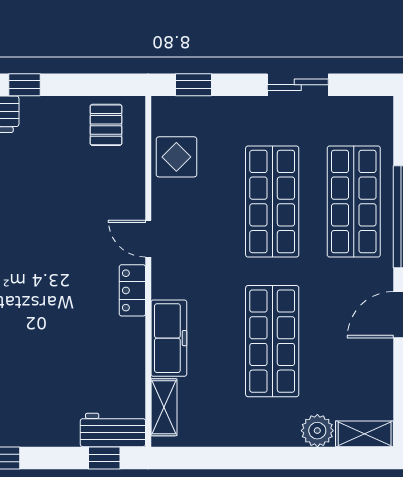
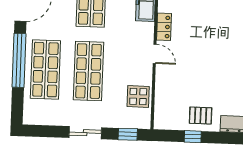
window: (25, 85) -> (193, 137), moved
sliding door: (298, 85) -> (85, 133), moved
pallet: (106, 125) -> (201, 116), moved, turned 90

